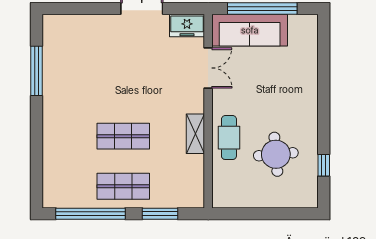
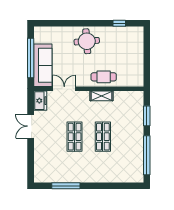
round table: (276, 154) -> (87, 41), moved
shop shelf: (123, 186) -> (75, 137), moved

